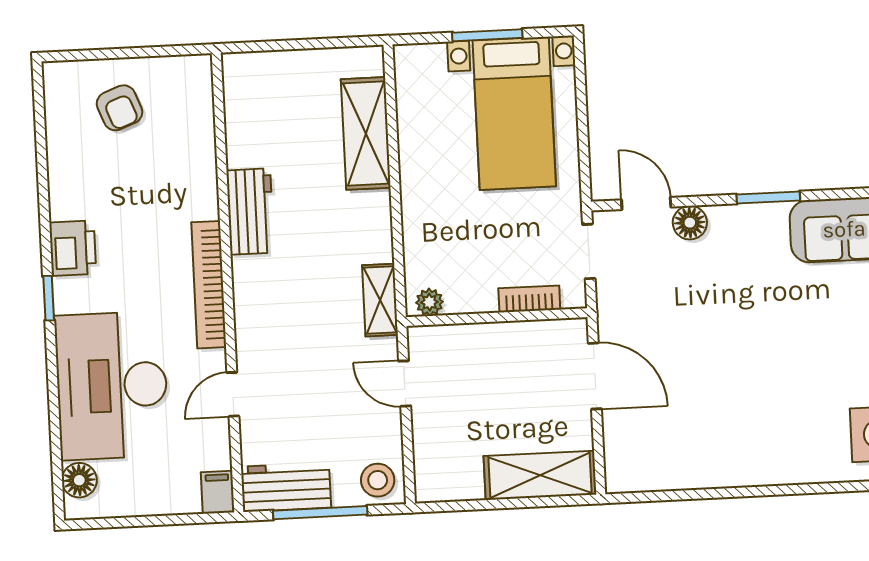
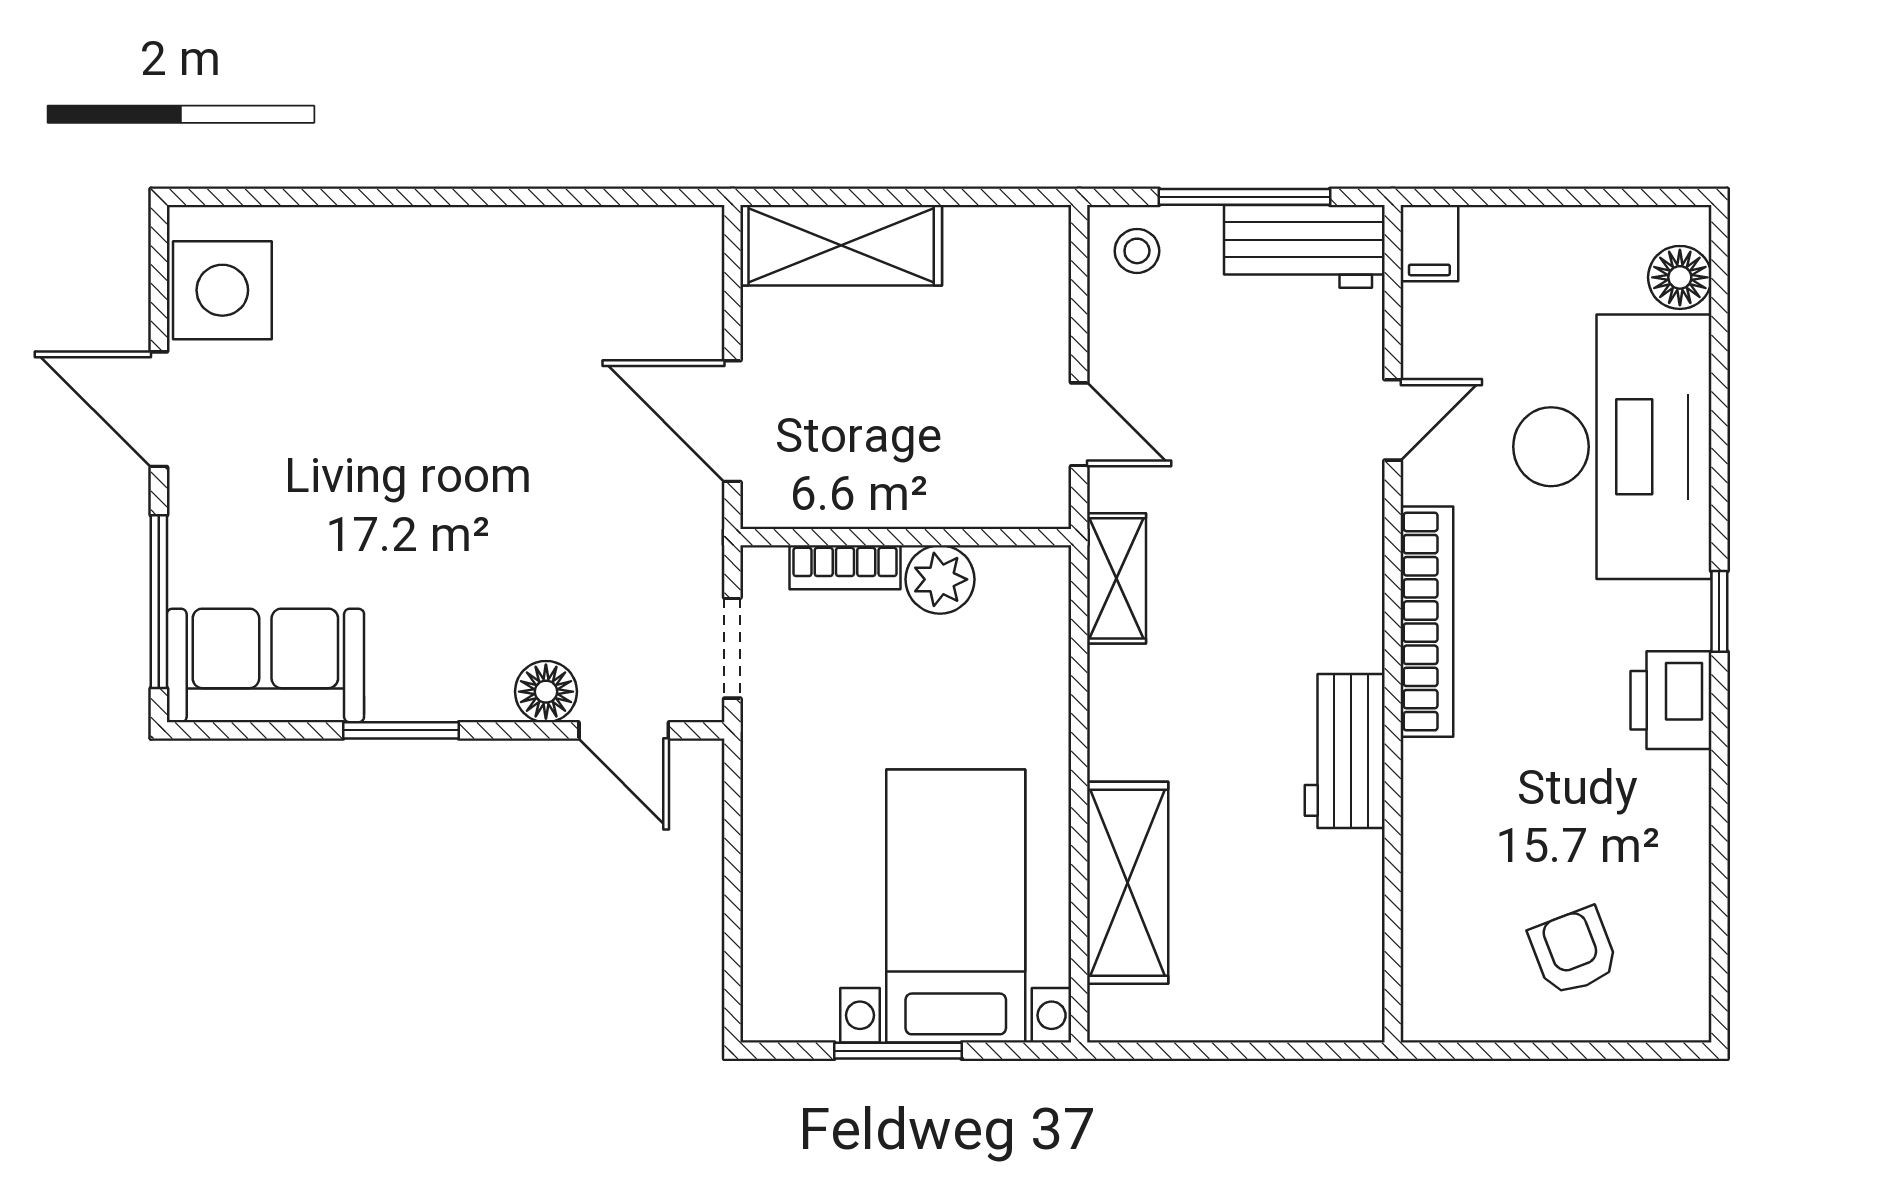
bed with nightstands: (514, 113) -> (956, 906), moved
plant: (429, 302) -> (940, 579), moved, width x1.38, depth x1.38
stool: (378, 480) -> (1137, 251), width x0.73, depth x0.73

